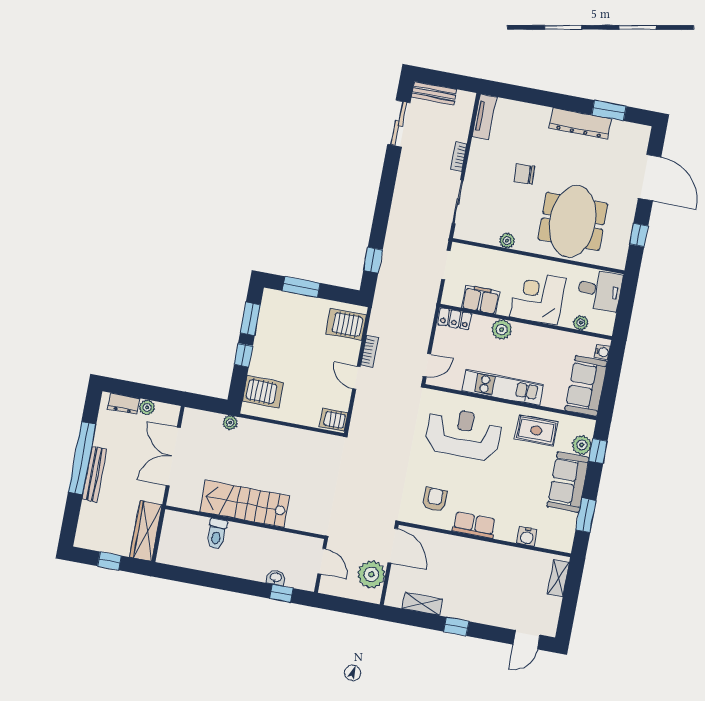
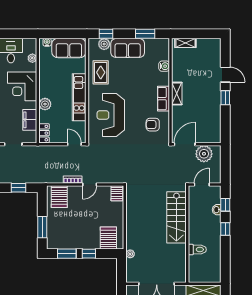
stairs: (245, 504) -> (176, 217), moved
window: (242, 586) -> (225, 229), added
shelving: (422, 604) -> (177, 94), moved
door: (527, 640) -> (225, 75), moved

